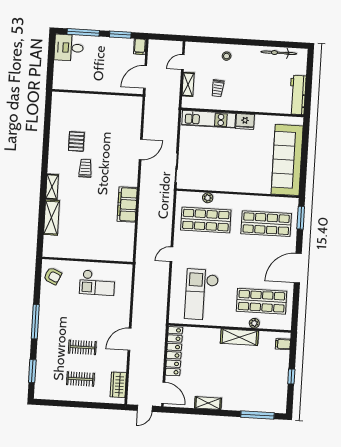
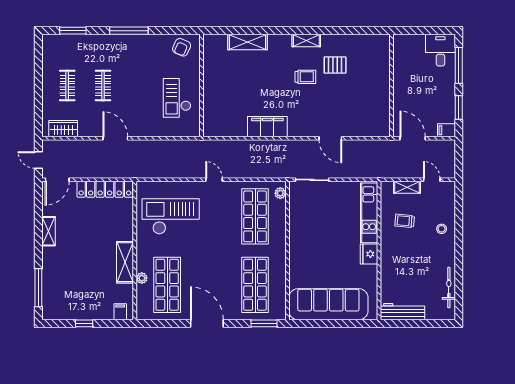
shelving: (52, 187) -> (306, 41), moved
plant: (208, 198) -> (280, 193), moved

